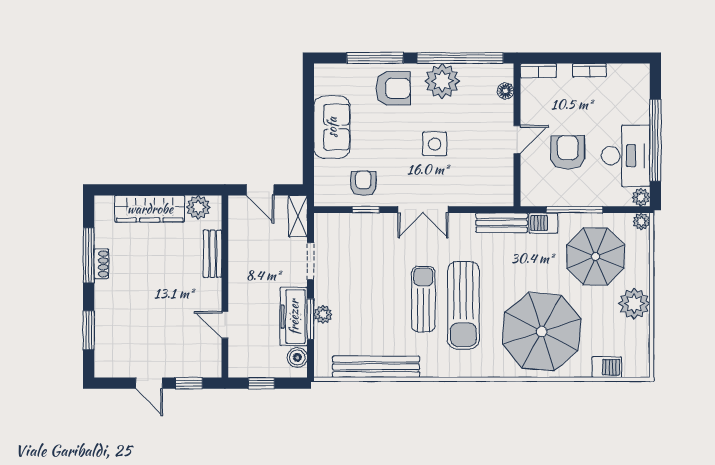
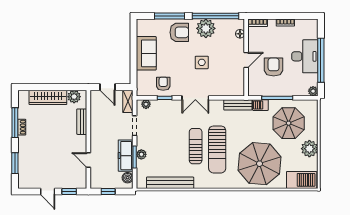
desk: (626, 156) -> (305, 56), moved
plant: (641, 221) -> (146, 104), moved
barbecue: (607, 367) -> (302, 180), width x1.88, depth x1.53

